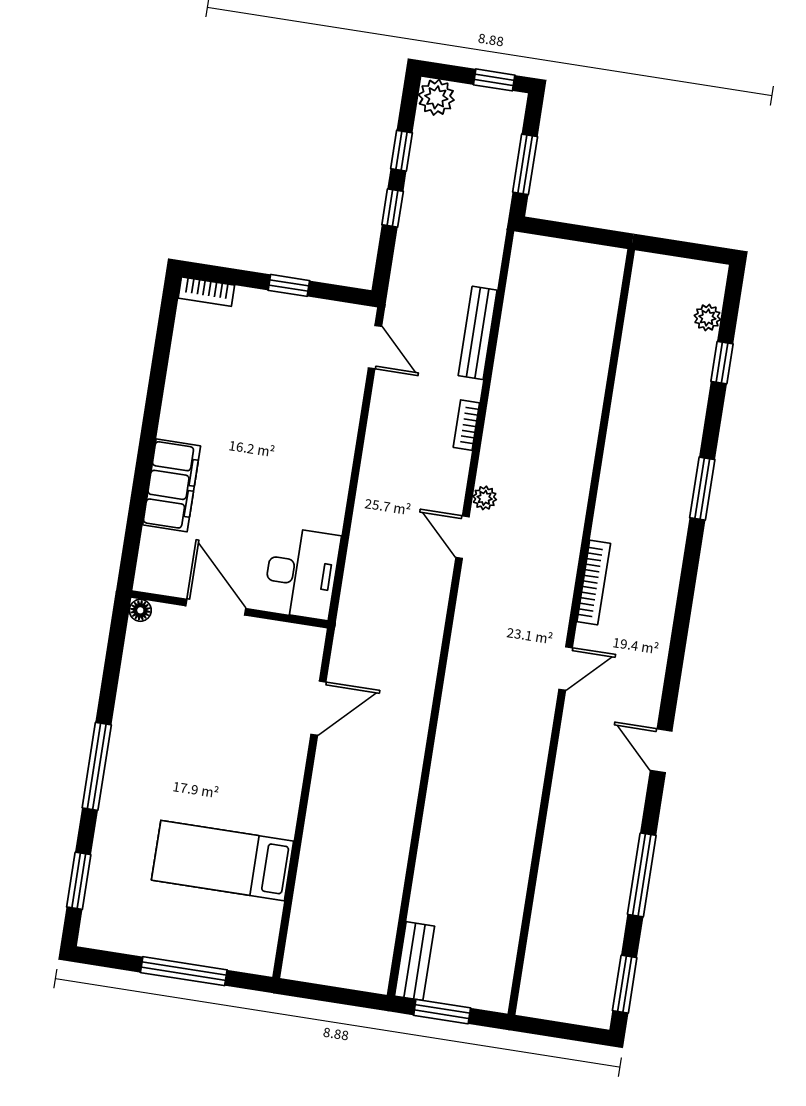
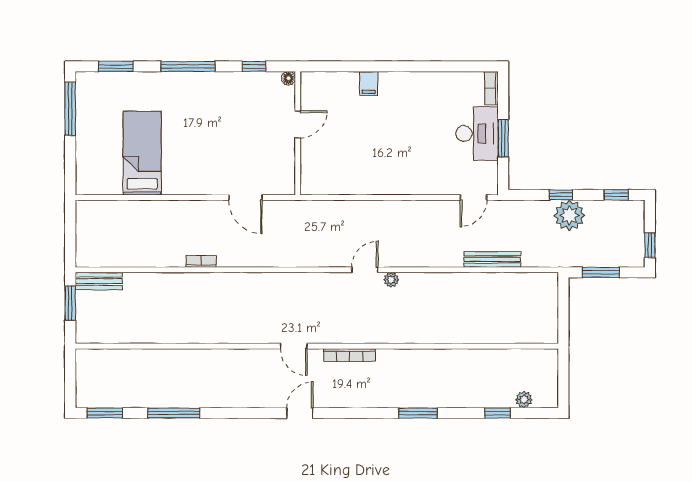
plant: (436, 97) -> (569, 215), moved, width x1.36, depth x1.36
window: (401, 151) -> (616, 195), moved
window: (289, 285) -> (503, 138), width x1.50
bookcase: (466, 425) -> (201, 261), moved
filing cabinet: (172, 485) -> (369, 83), width x0.33, depth x0.86
desk: (301, 573) -> (477, 133), moved, turned -90
door: (216, 607) -> (298, 124), width x0.73
window: (113, 662) -> (254, 66), added
door: (661, 751) -> (300, 413), moved
window: (184, 971) -> (70, 109), moved

